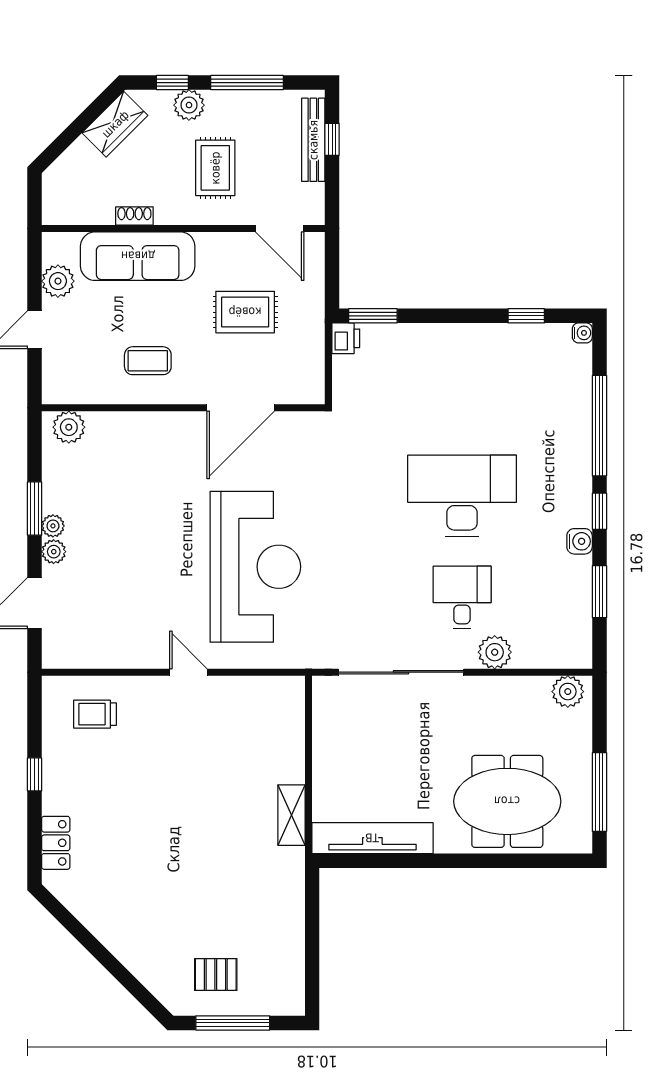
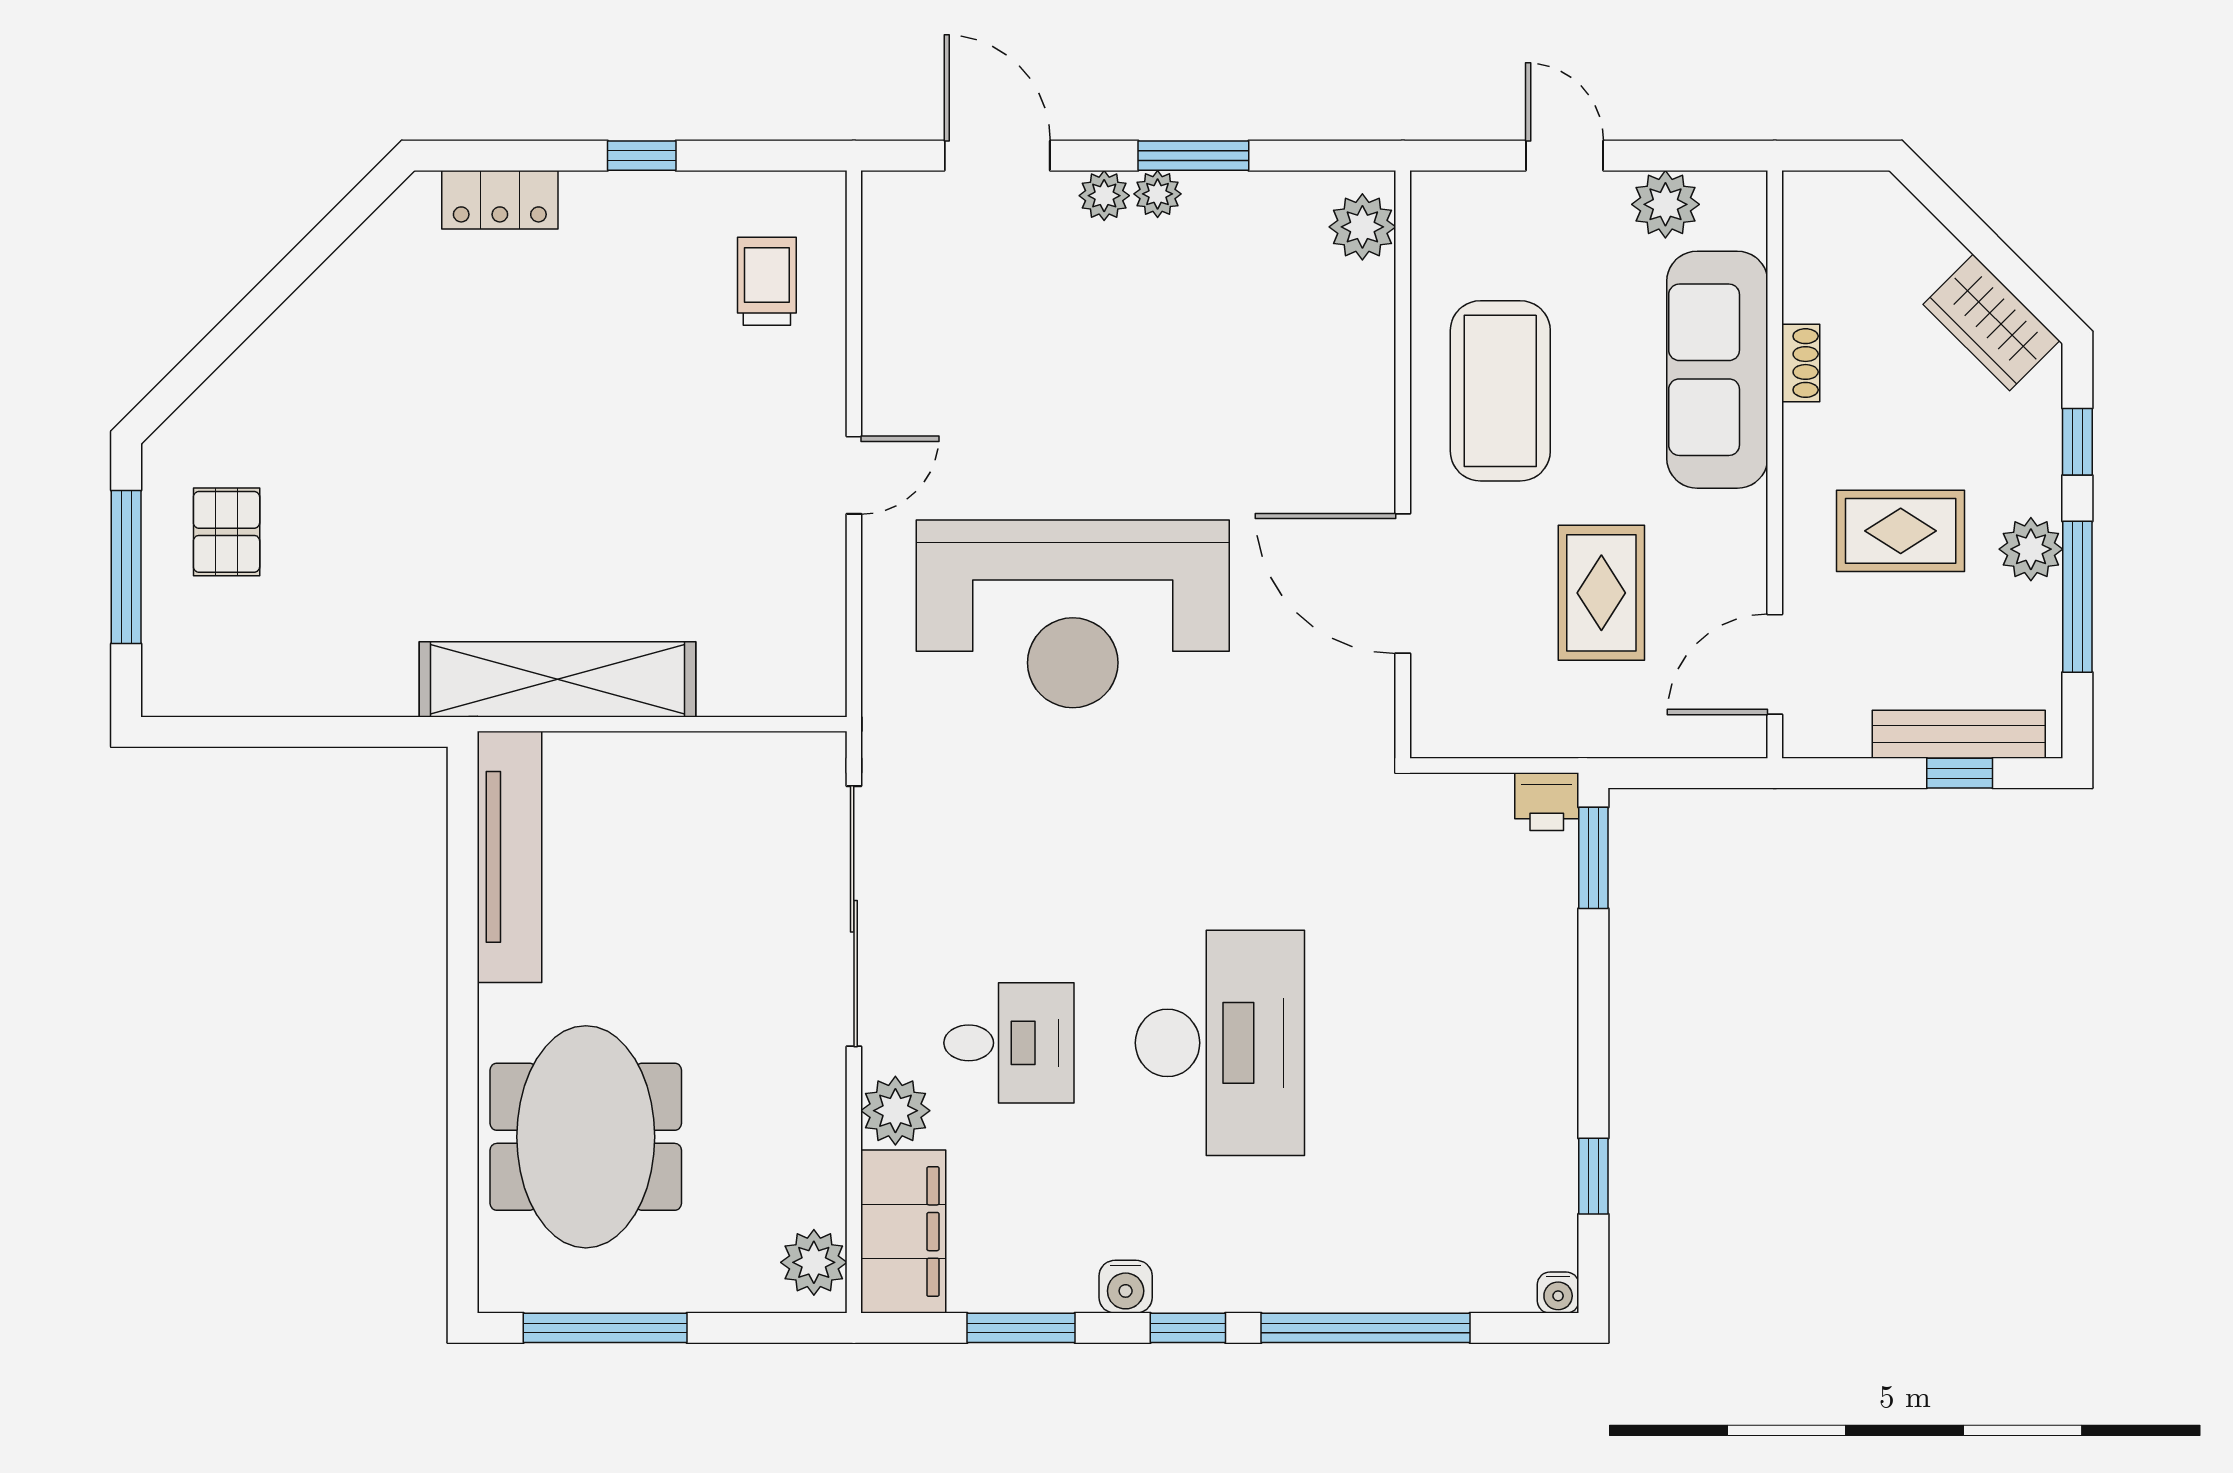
plant: (189, 105) -> (2031, 549), moved
coffee table: (148, 361) -> (1500, 391), width x1.86, depth x1.72
filing cabinet: (553, 648) -> (903, 1232), added
shelving: (291, 815) -> (558, 679), width x2.20, depth x1.33

